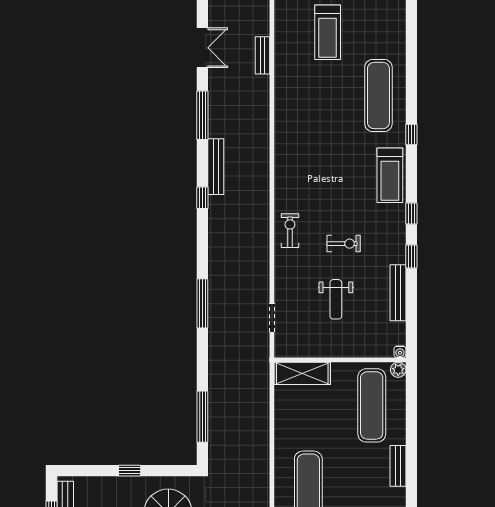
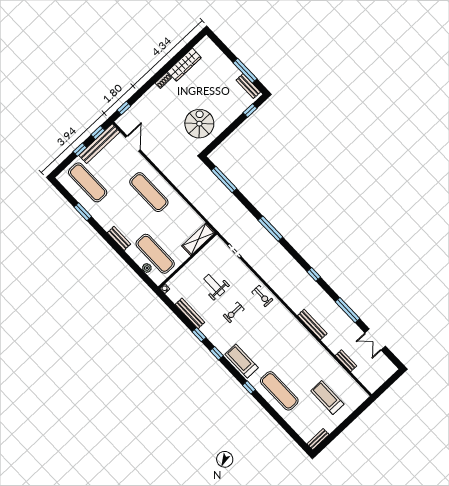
bench: (216, 167) -> (312, 325), moved
plant: (398, 370) -> (147, 268), moved
window: (130, 471) -> (250, 110), moved

